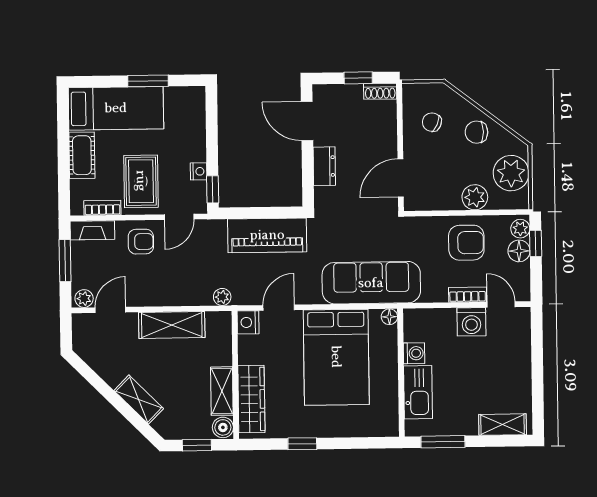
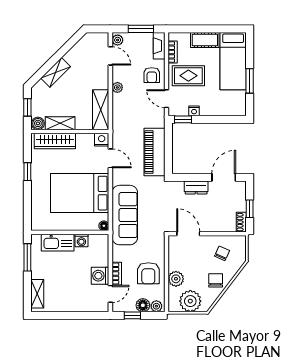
window: (536, 243) -> (132, 315), moved
plant: (222, 297) -> (117, 87), moved
shelving: (172, 325) -> (101, 110), moved

